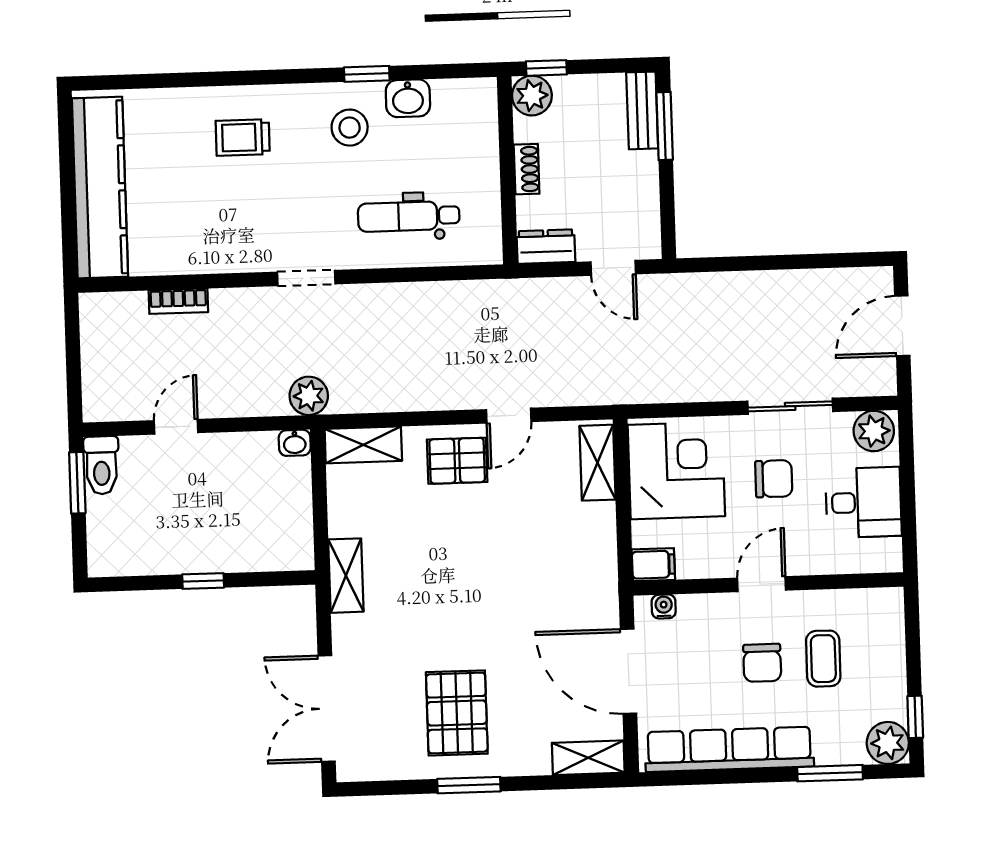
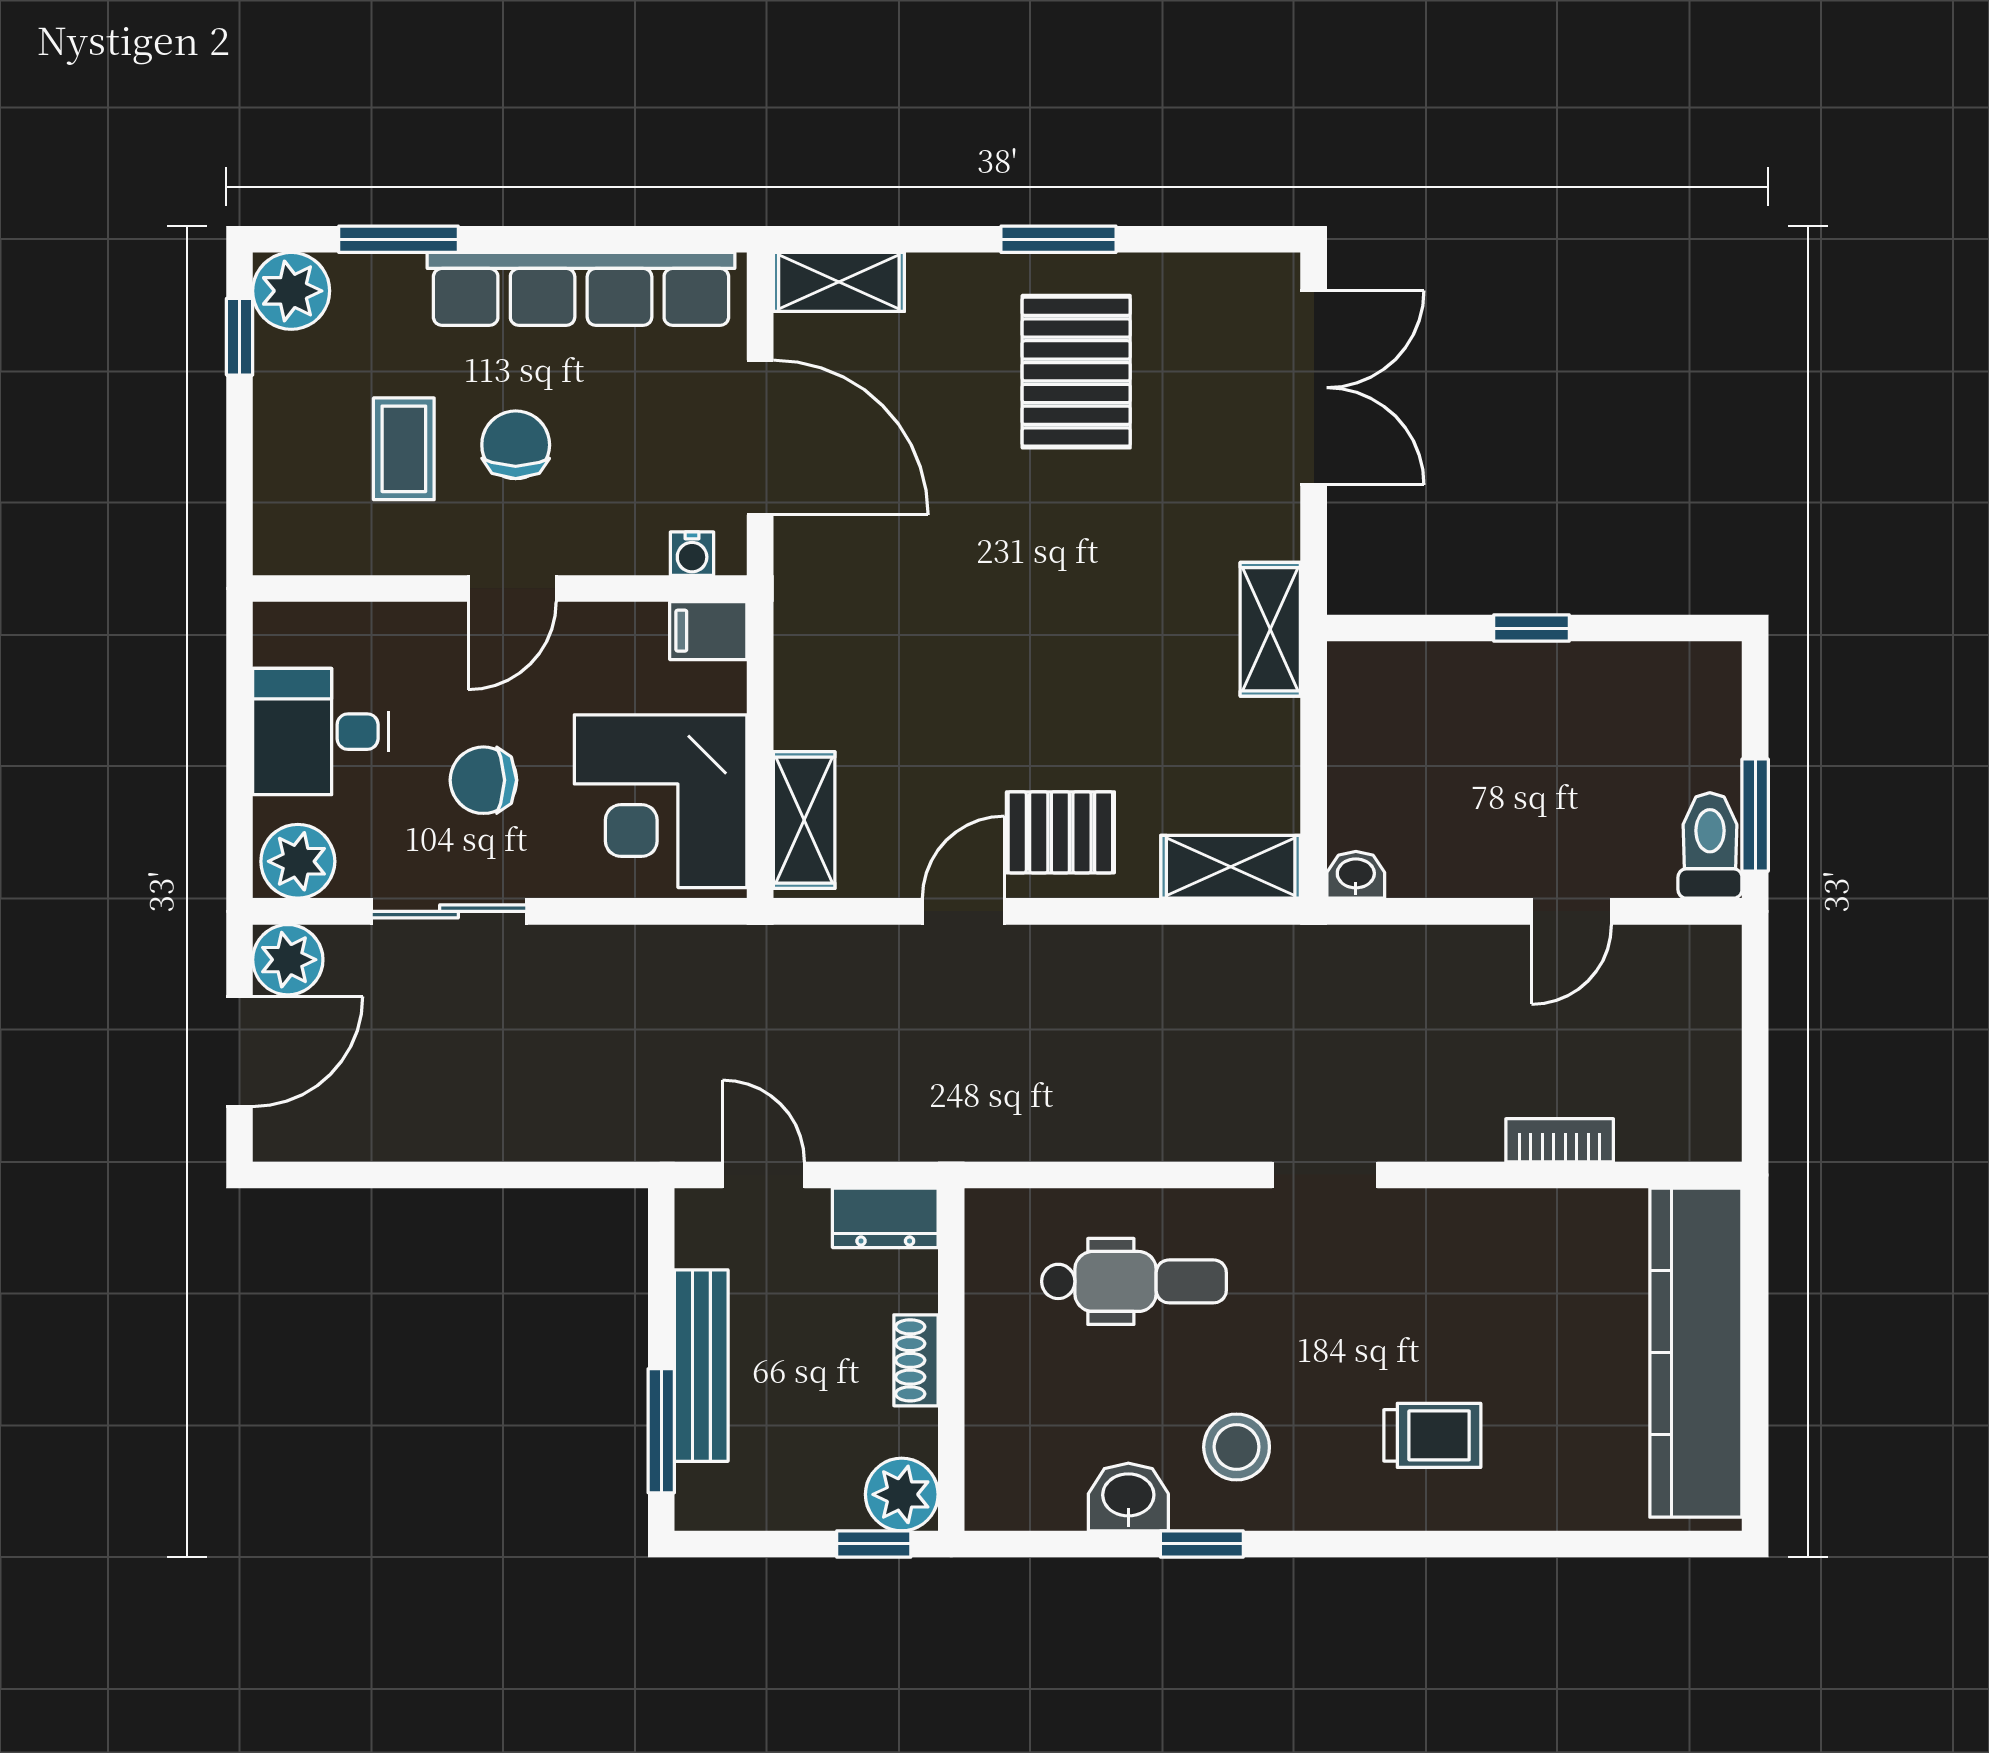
bench: (642, 110) -> (701, 1366), moved, width x1.36
plant: (309, 396) -> (288, 960), moved

